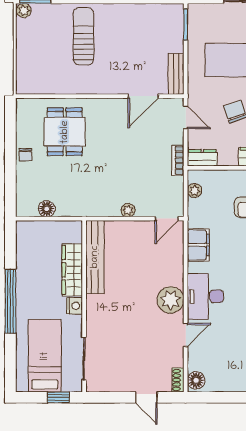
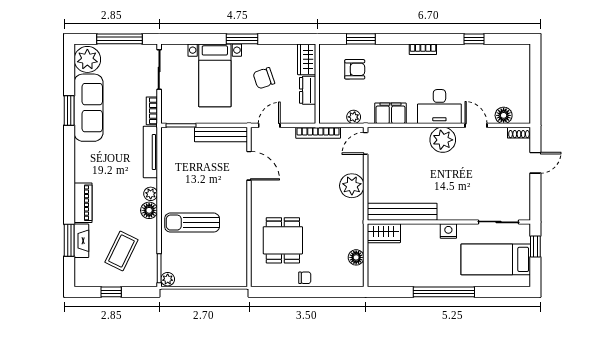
bench: (176, 74) -> (221, 134), width x1.36
dining table: (65, 132) -> (283, 240), turned 90
dresser: (202, 158) -> (308, 90), moved
bookcase: (178, 160) -> (318, 133), width x1.56
plant: (194, 191) -> (354, 117), moved
plant: (128, 210) -> (352, 186), width x1.87, depth x1.87
door: (167, 219) -> (366, 143), swing flipped
wardrobe: (72, 270) -> (384, 233), moved, width x0.67
floor lamp: (196, 380) -> (504, 115), moved

